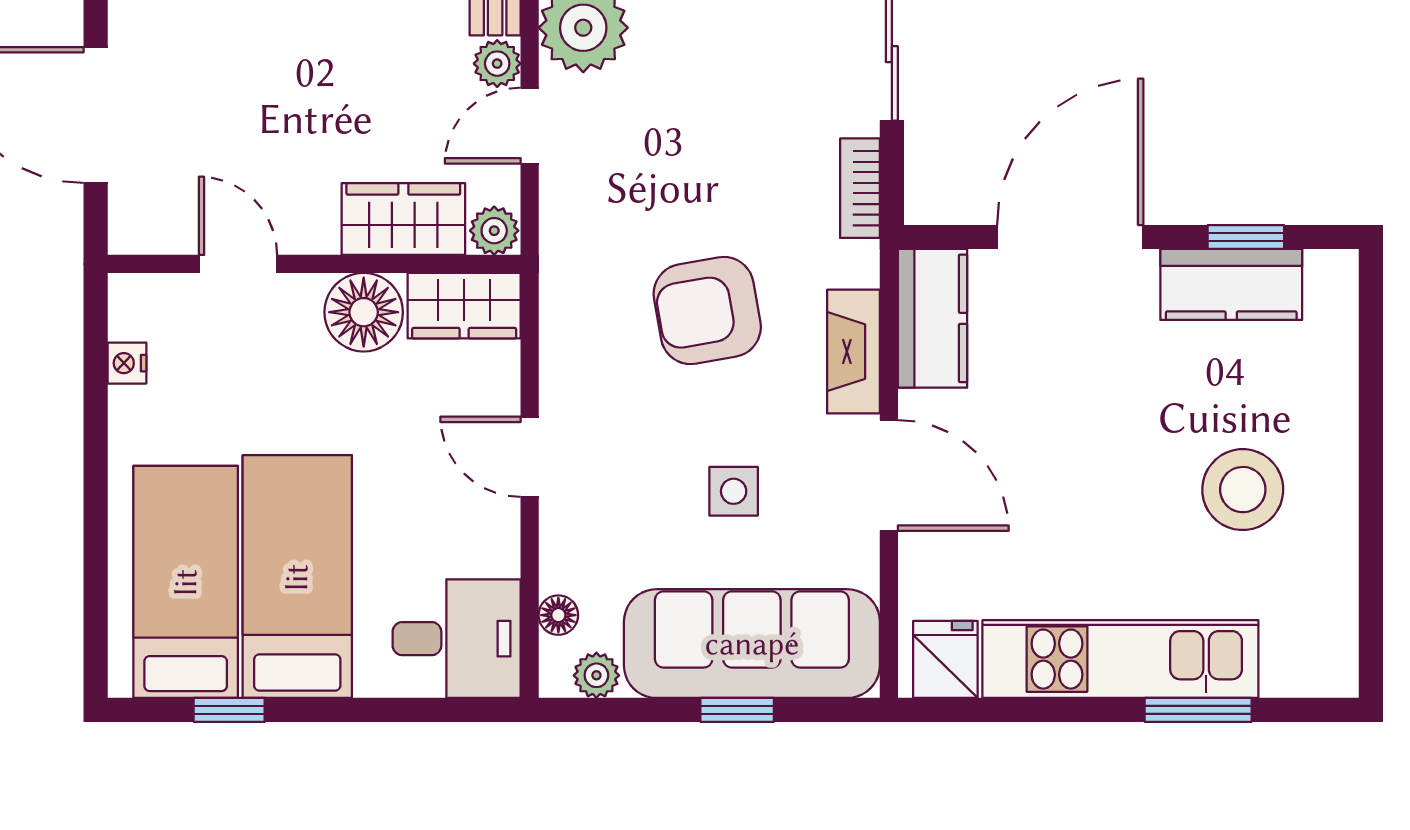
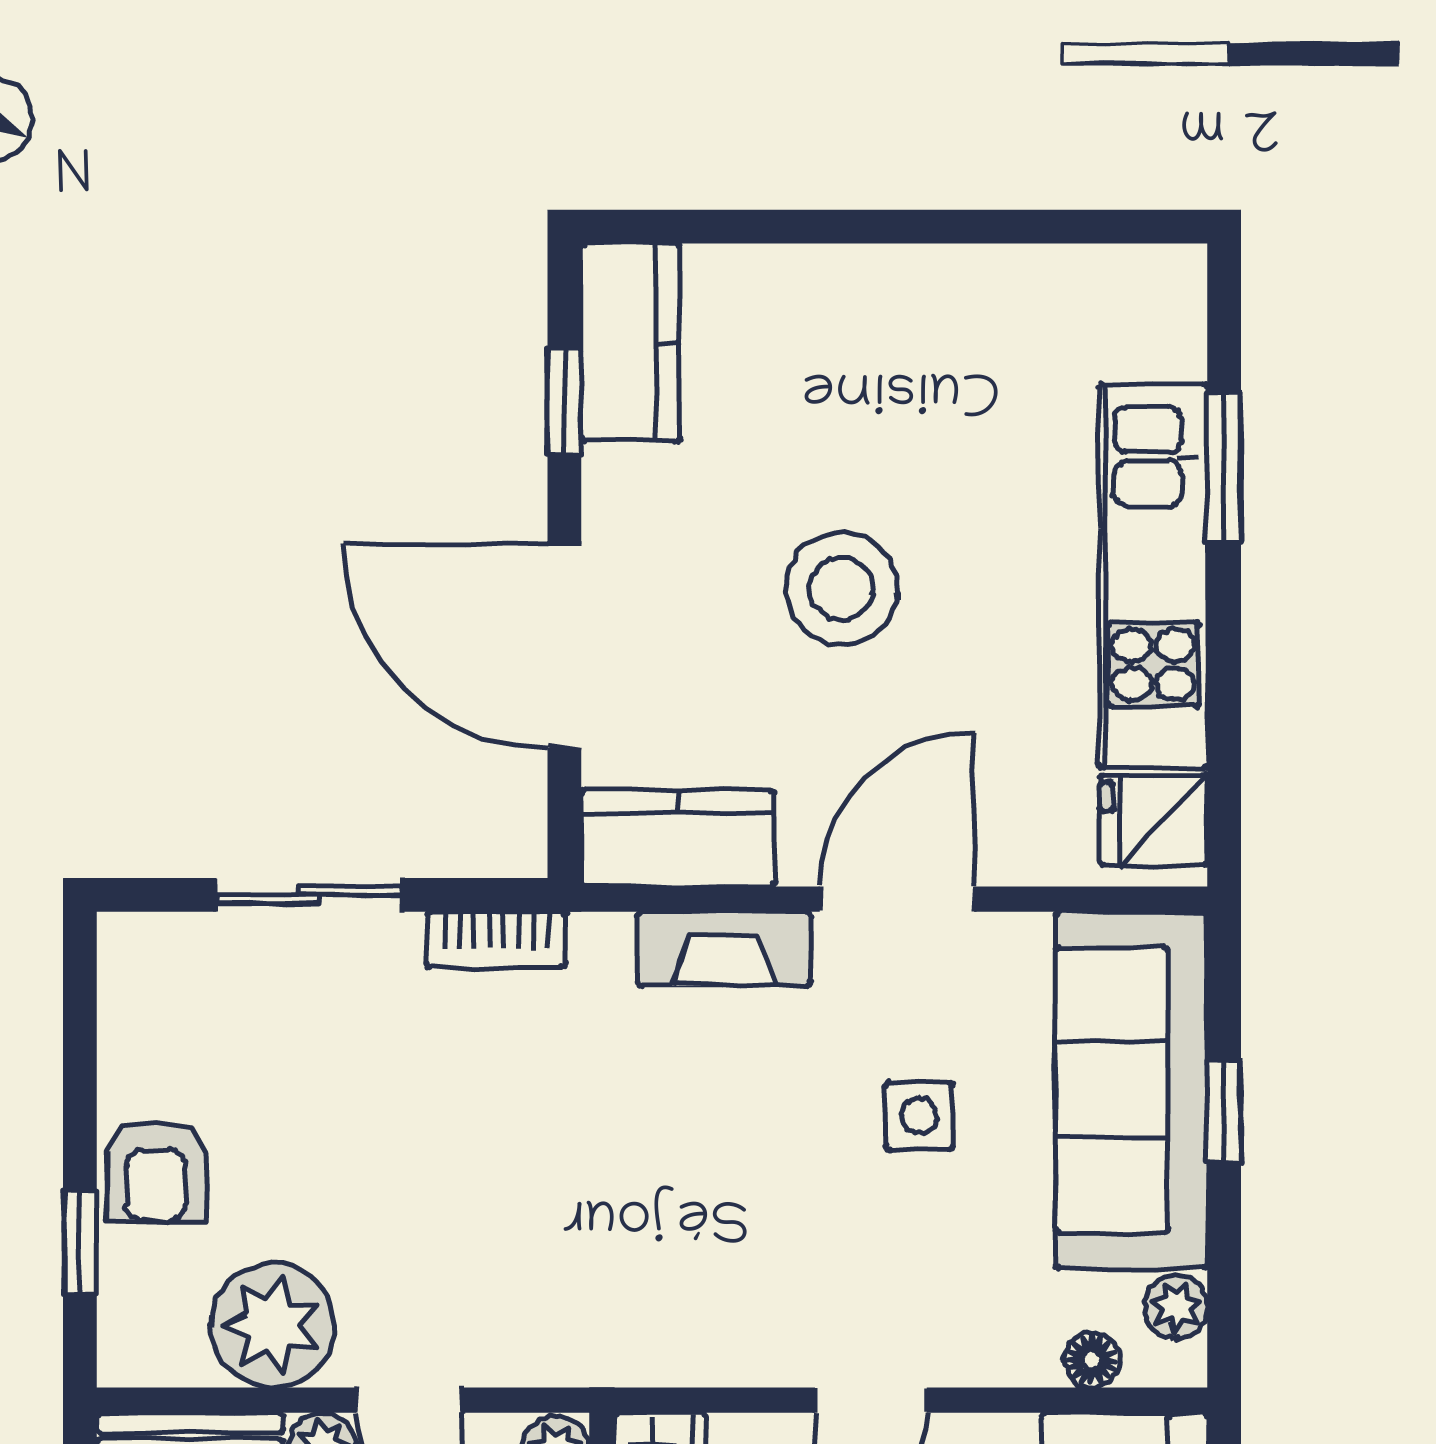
kitchen counter: (1231, 284) -> (631, 342), moved
armchair: (707, 310) -> (667, 1152), removed
stool: (1243, 490) -> (841, 588), moved

